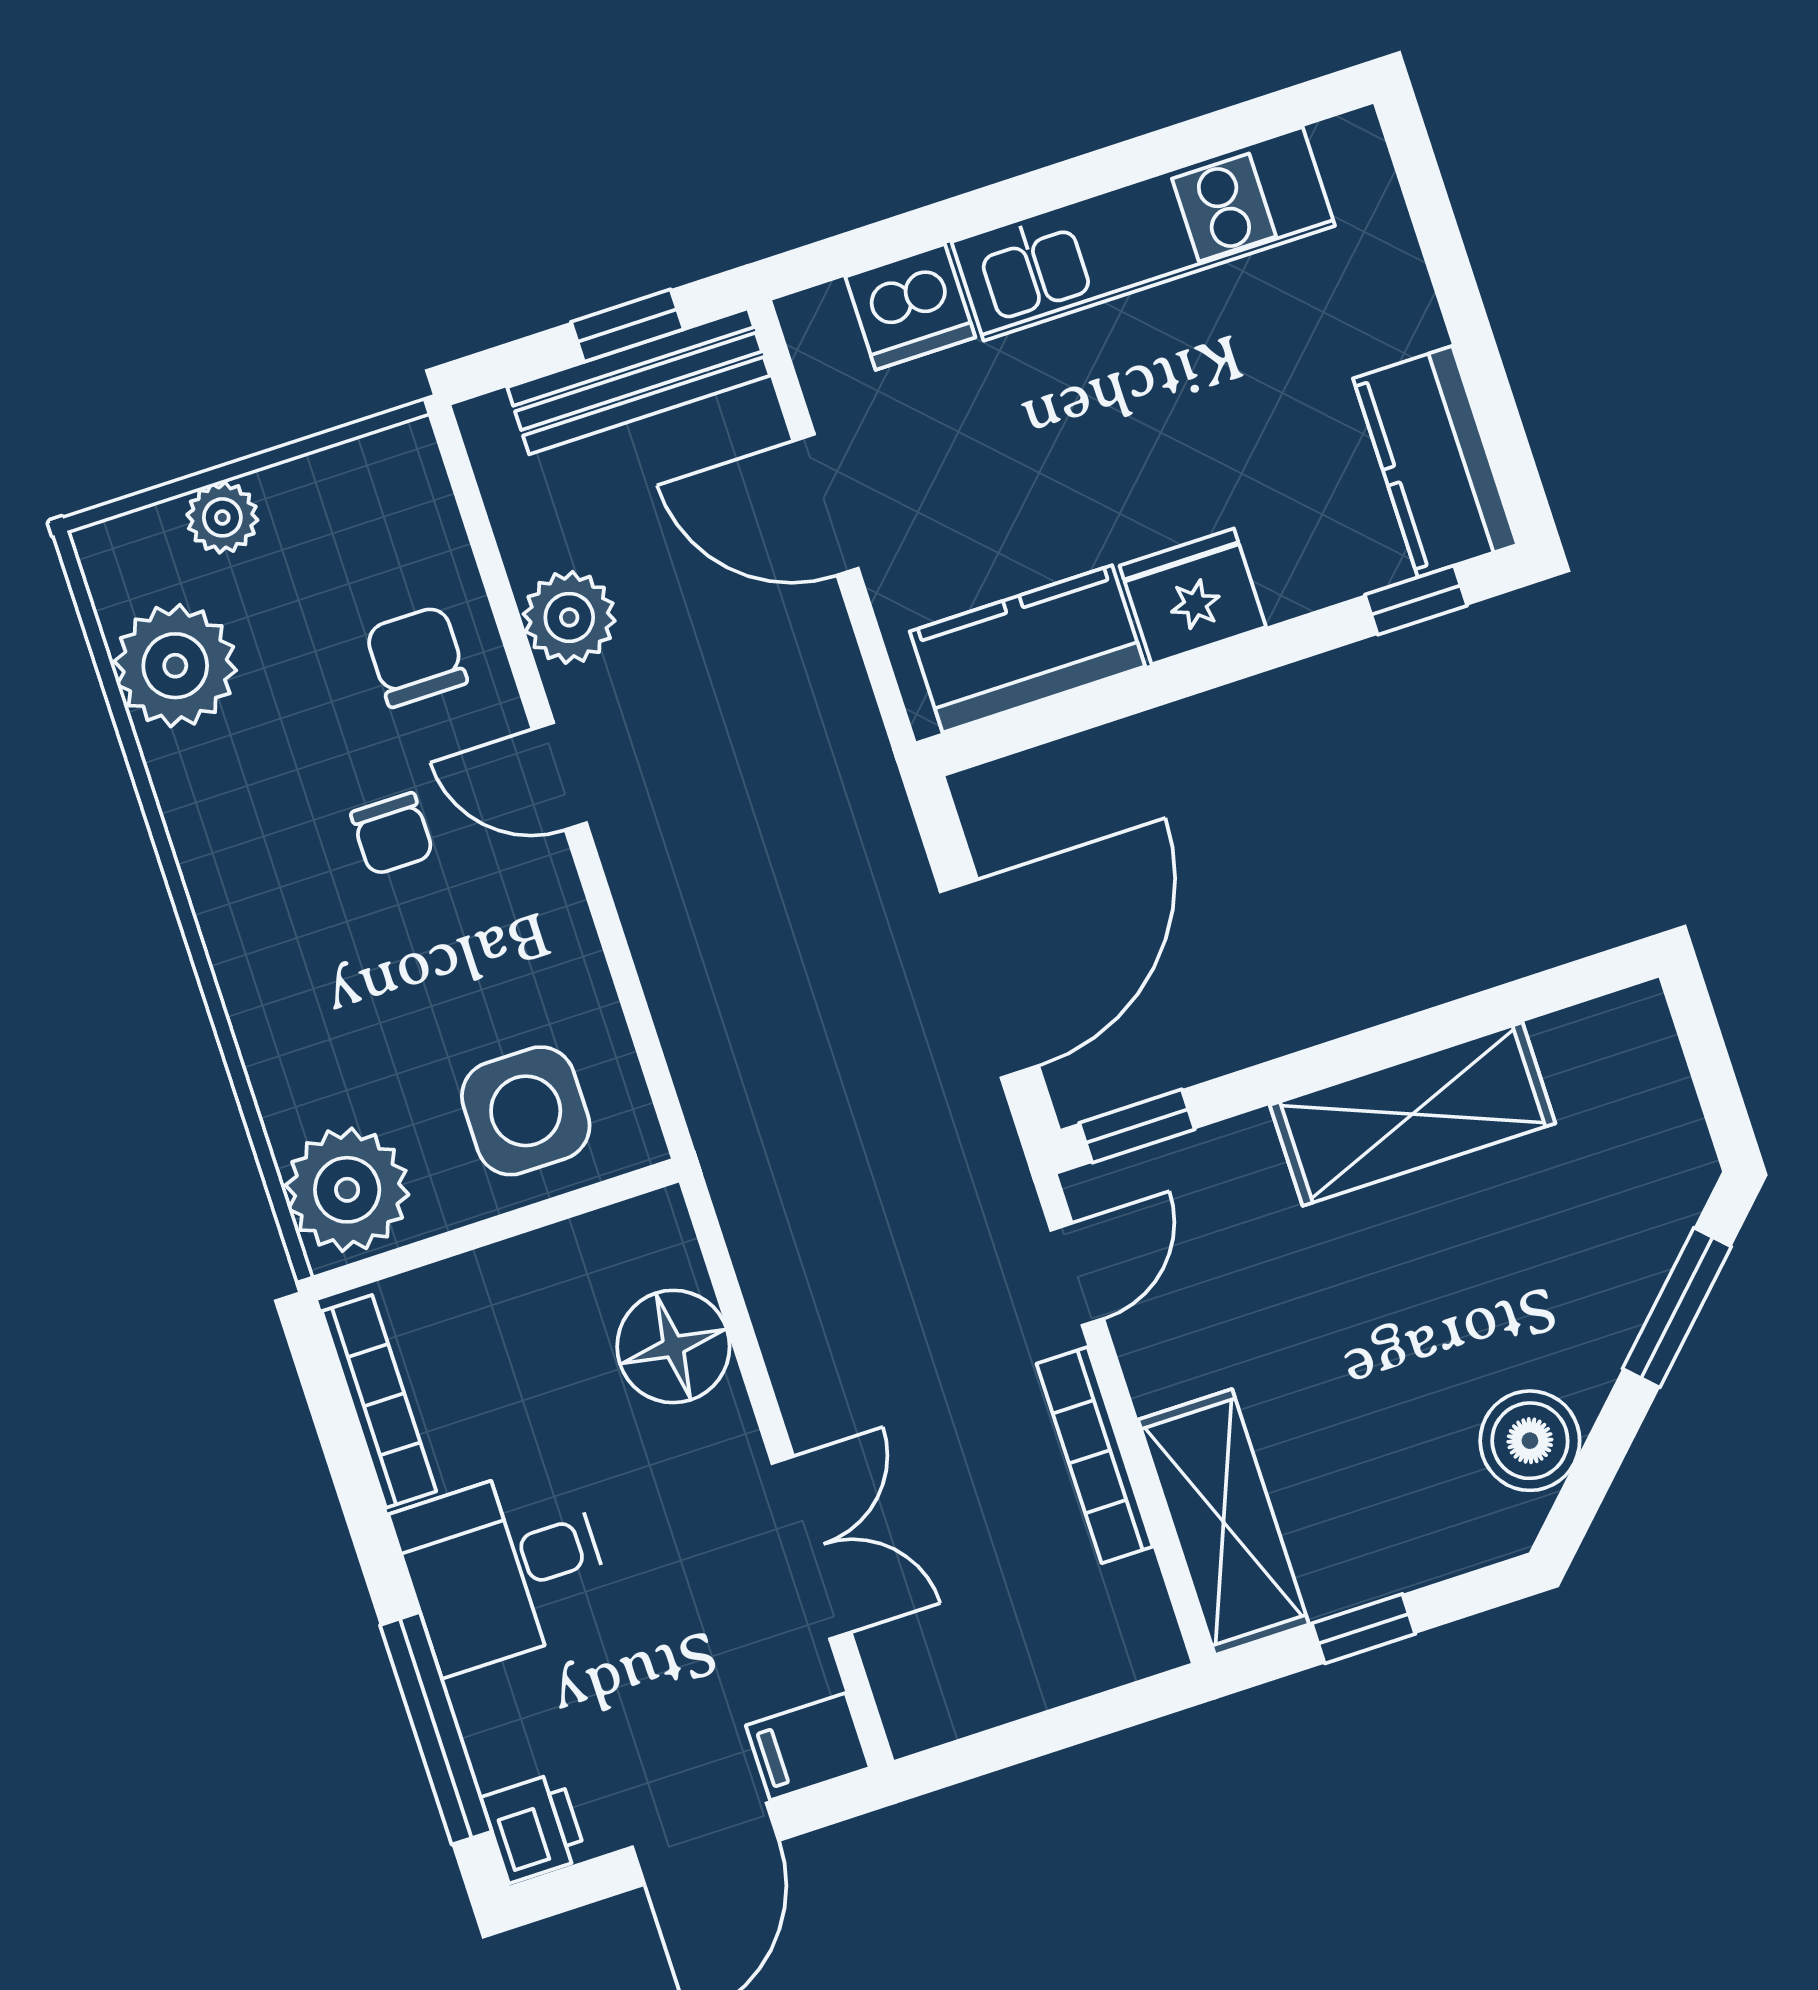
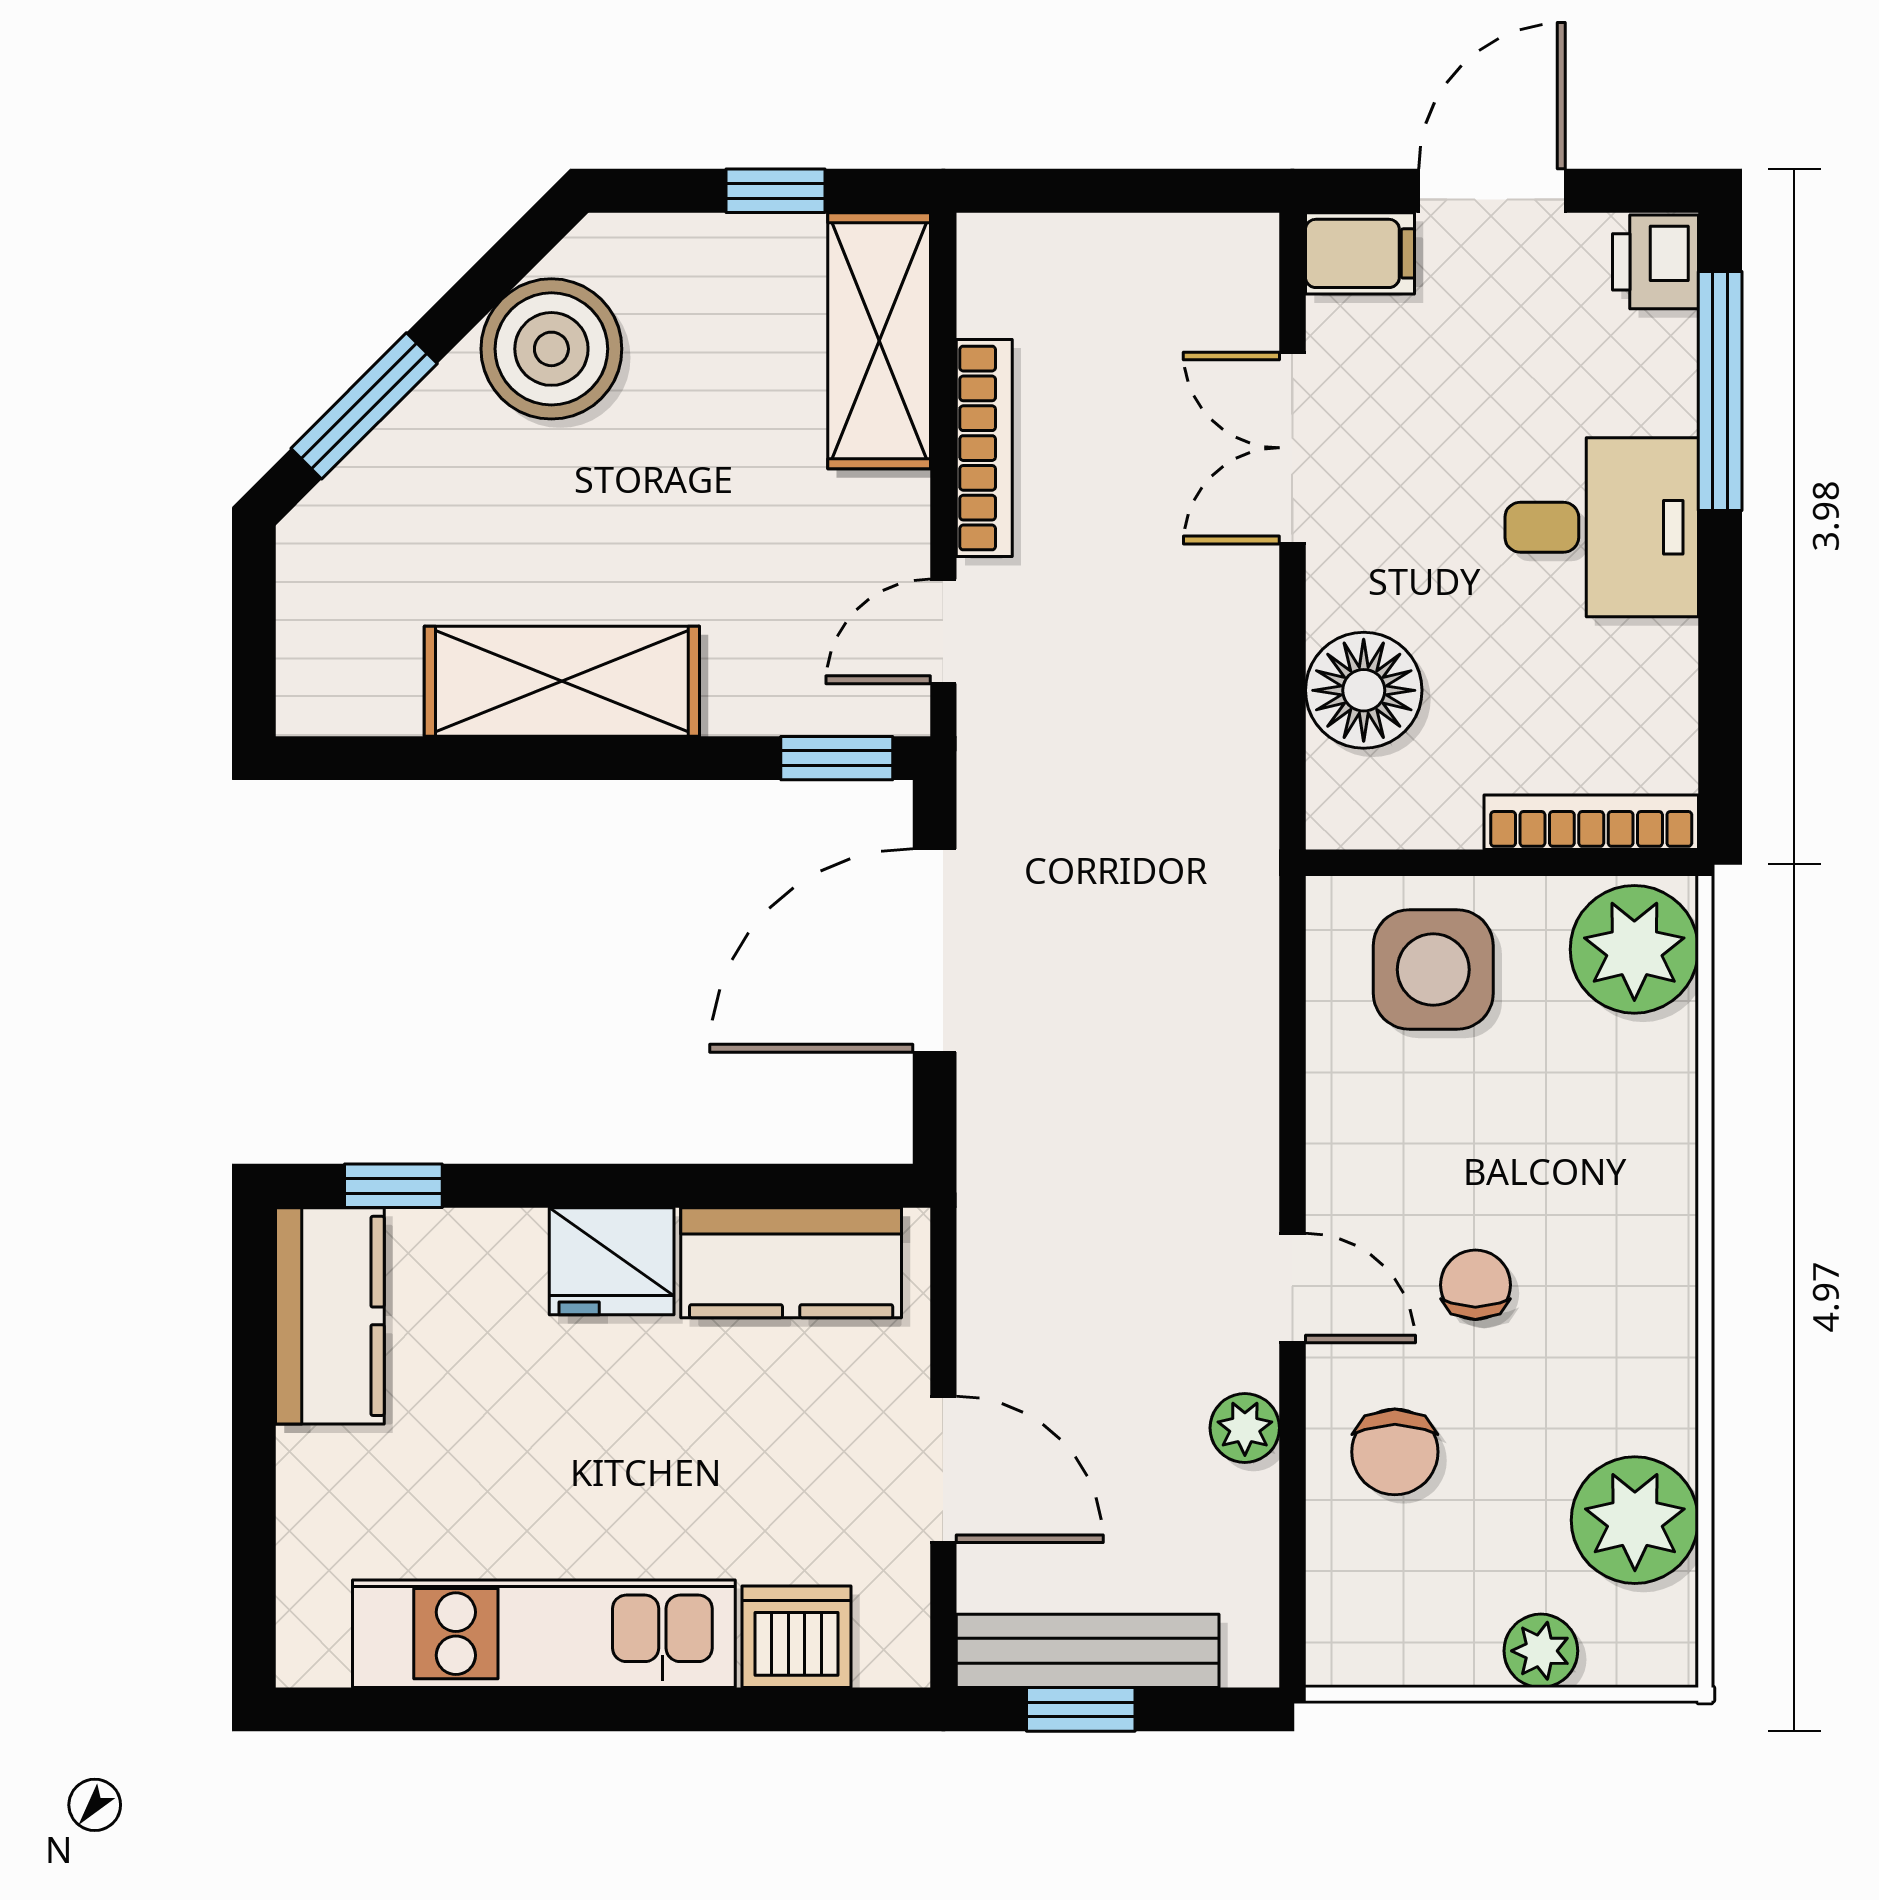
plant: (569, 617) -> (1245, 1428), width x0.73, depth x0.73
bookcase: (379, 1401) -> (1591, 822), moved, turned 90
boiler: (1530, 1441) -> (551, 349), width x1.37, depth x1.37

